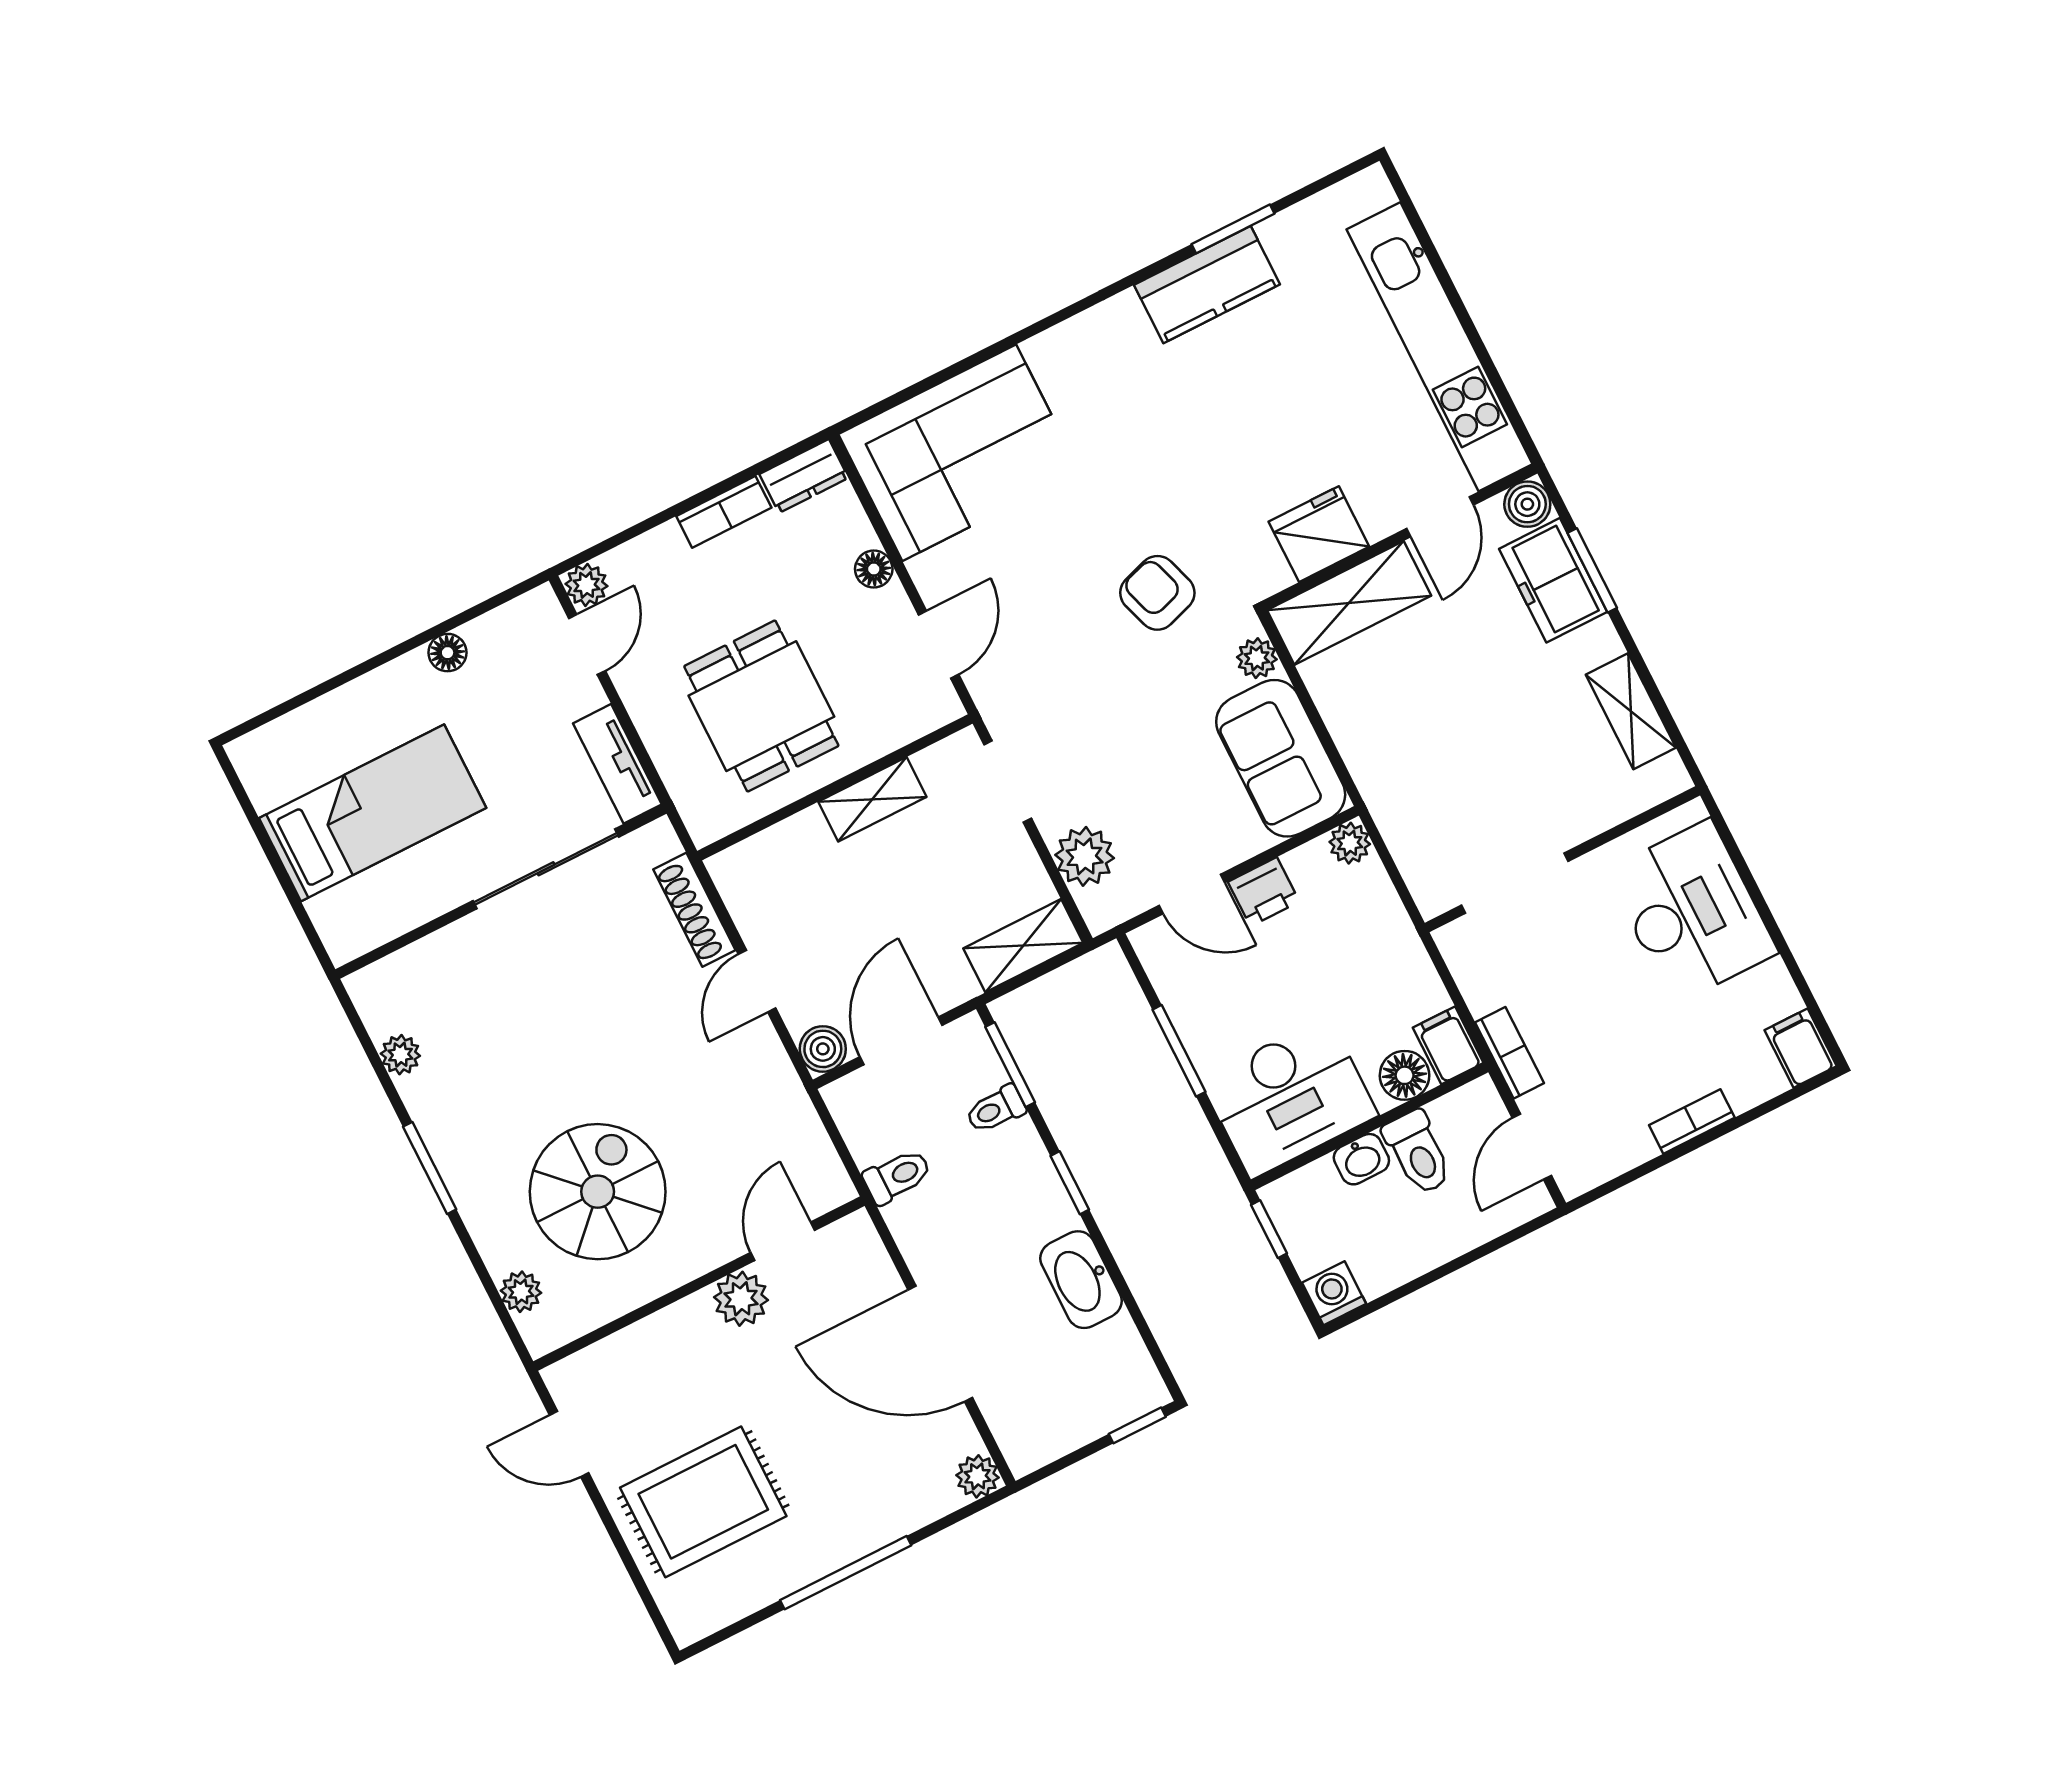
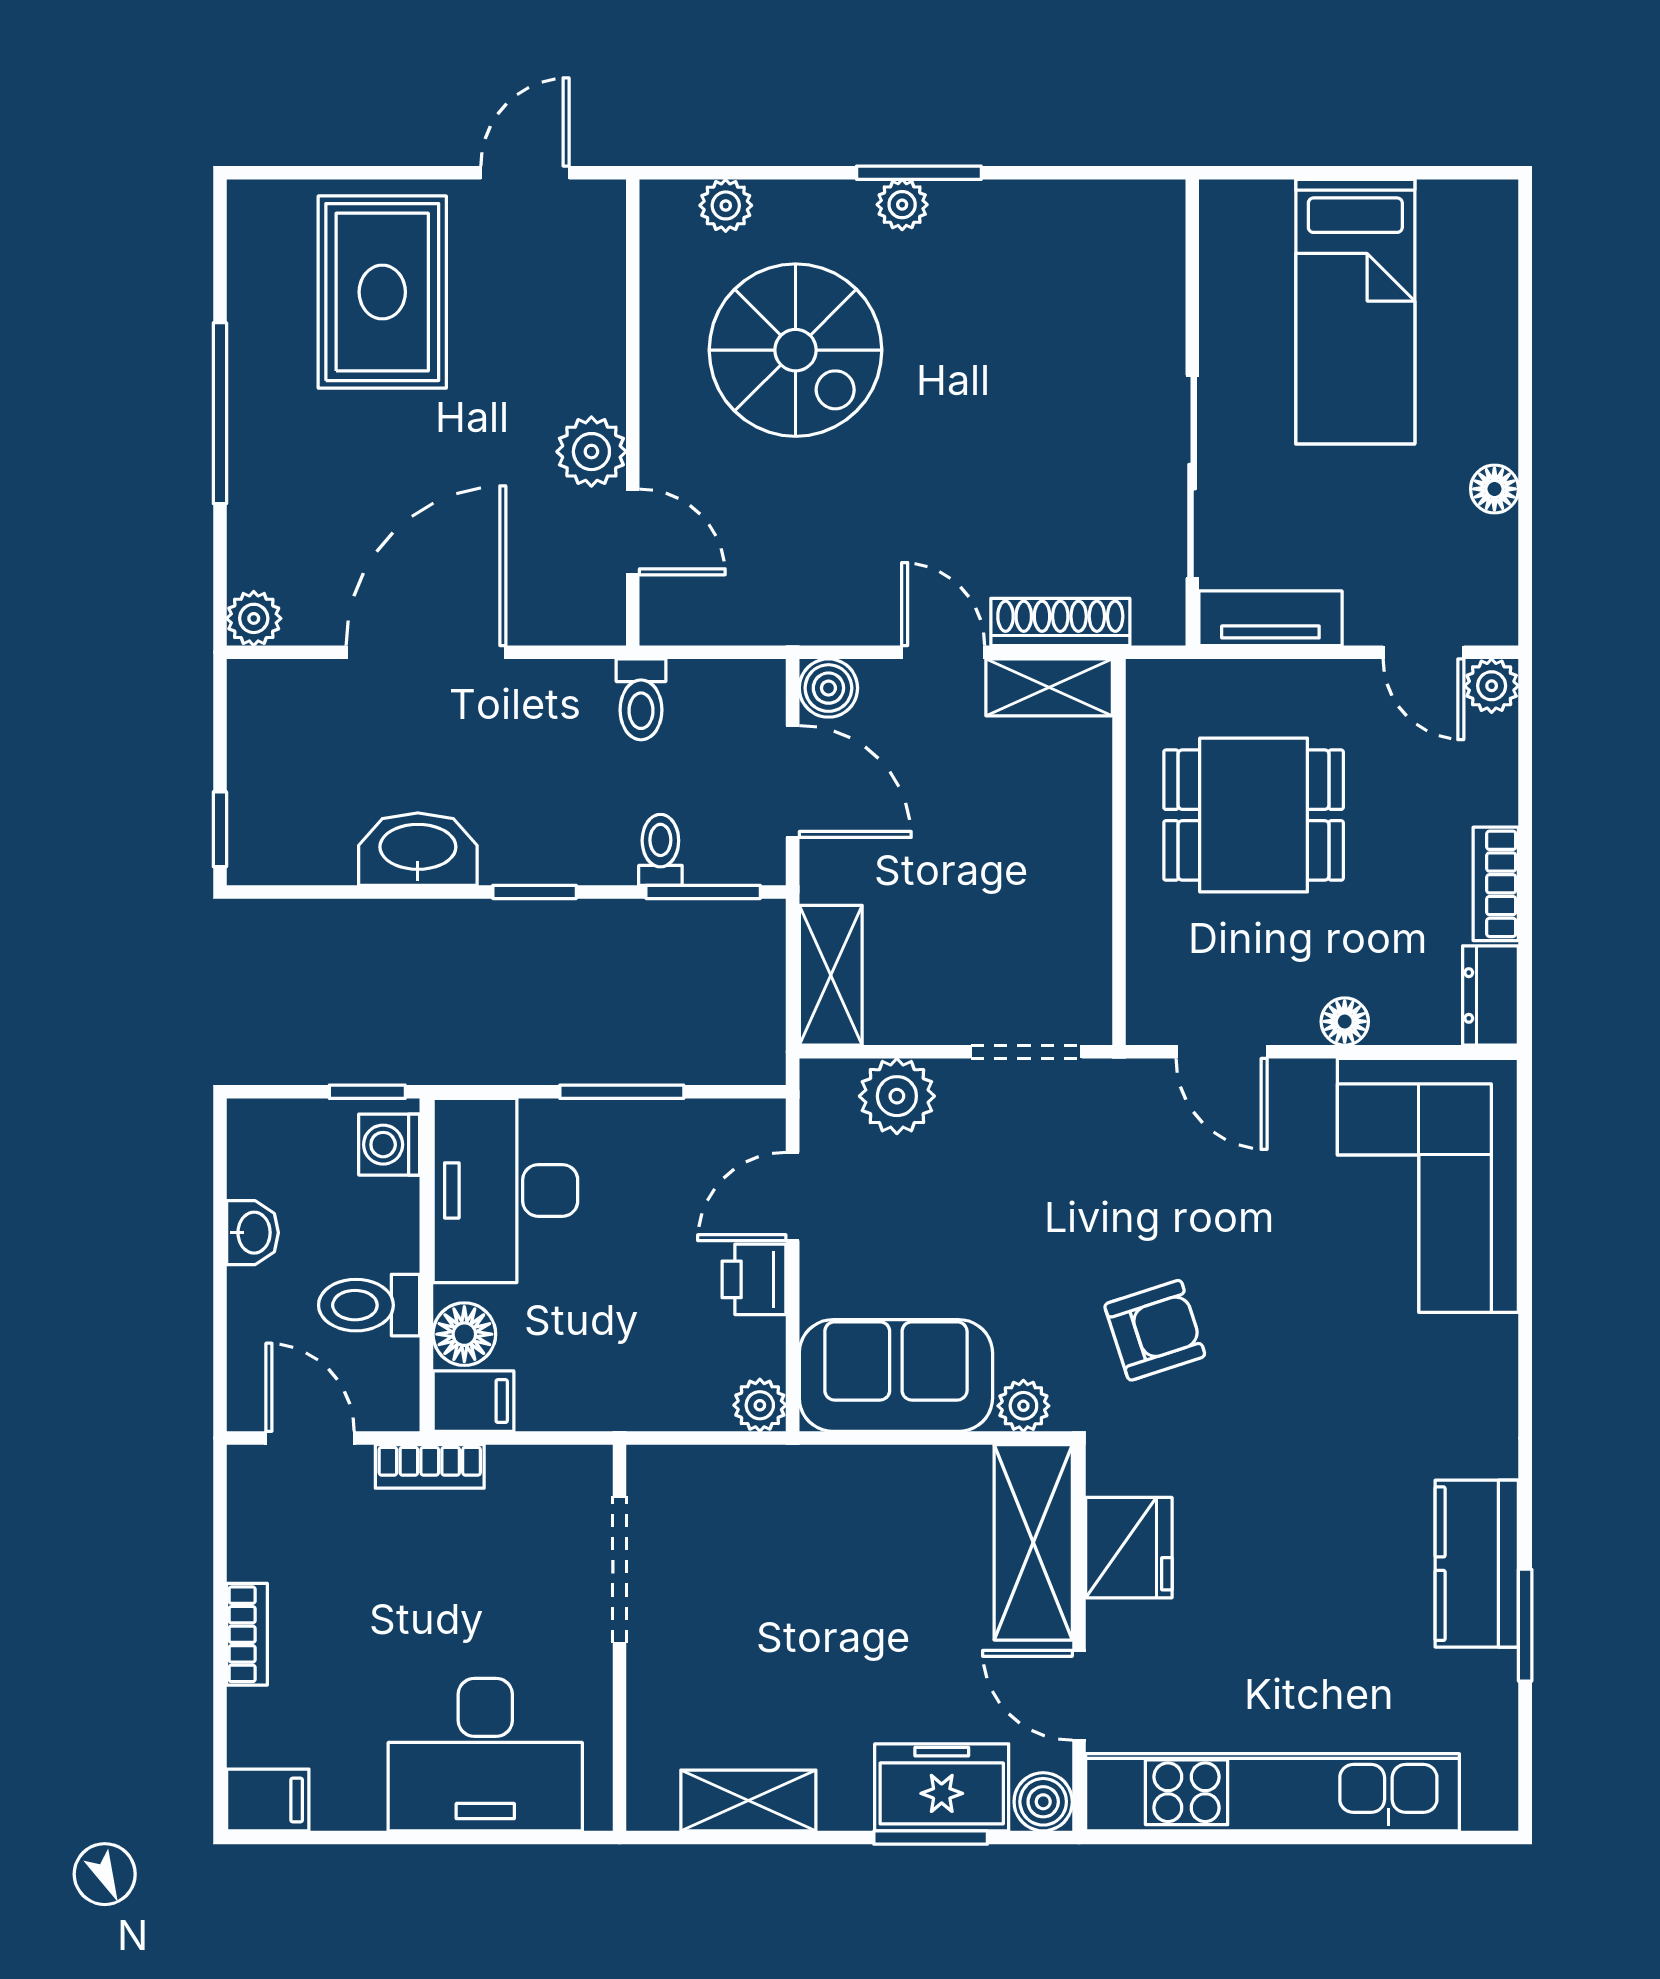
shelving: (872, 799) -> (1049, 687), moved, turned 90
plant: (400, 1055) -> (902, 205), moved
washbasin: (1361, 1159) -> (252, 1233), moved, turned 180
washing machine: (1334, 1293) -> (389, 1145), moved, turned 180

